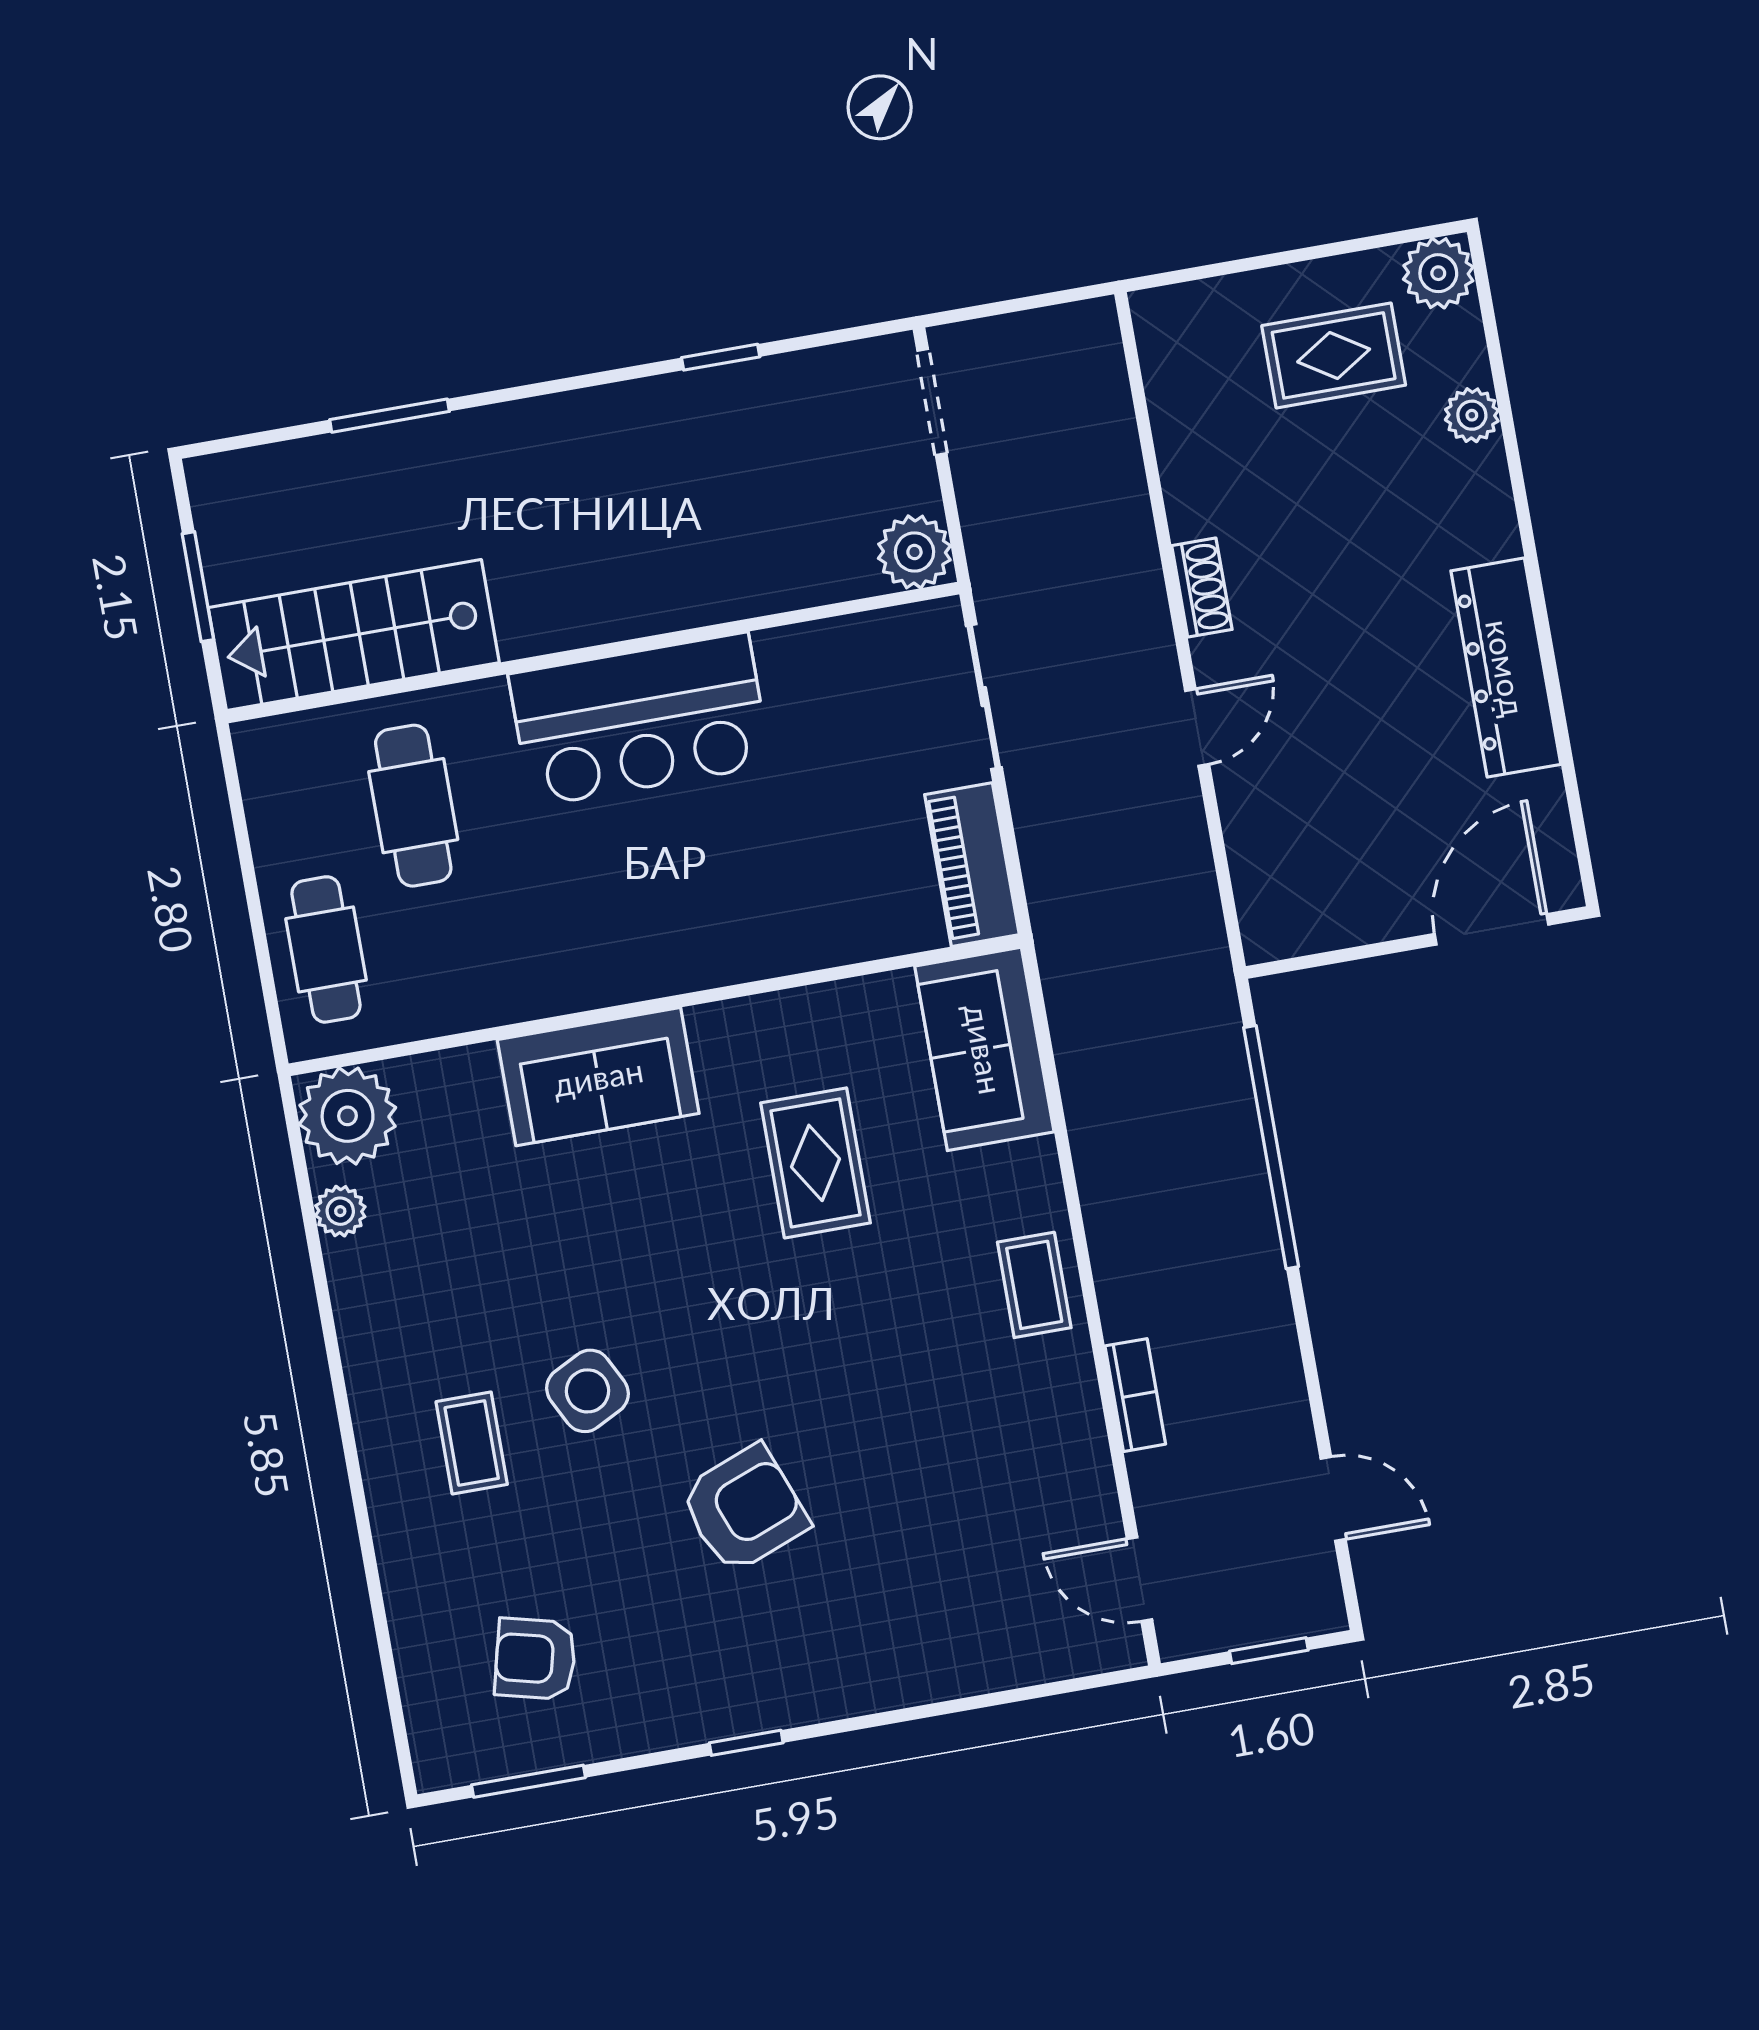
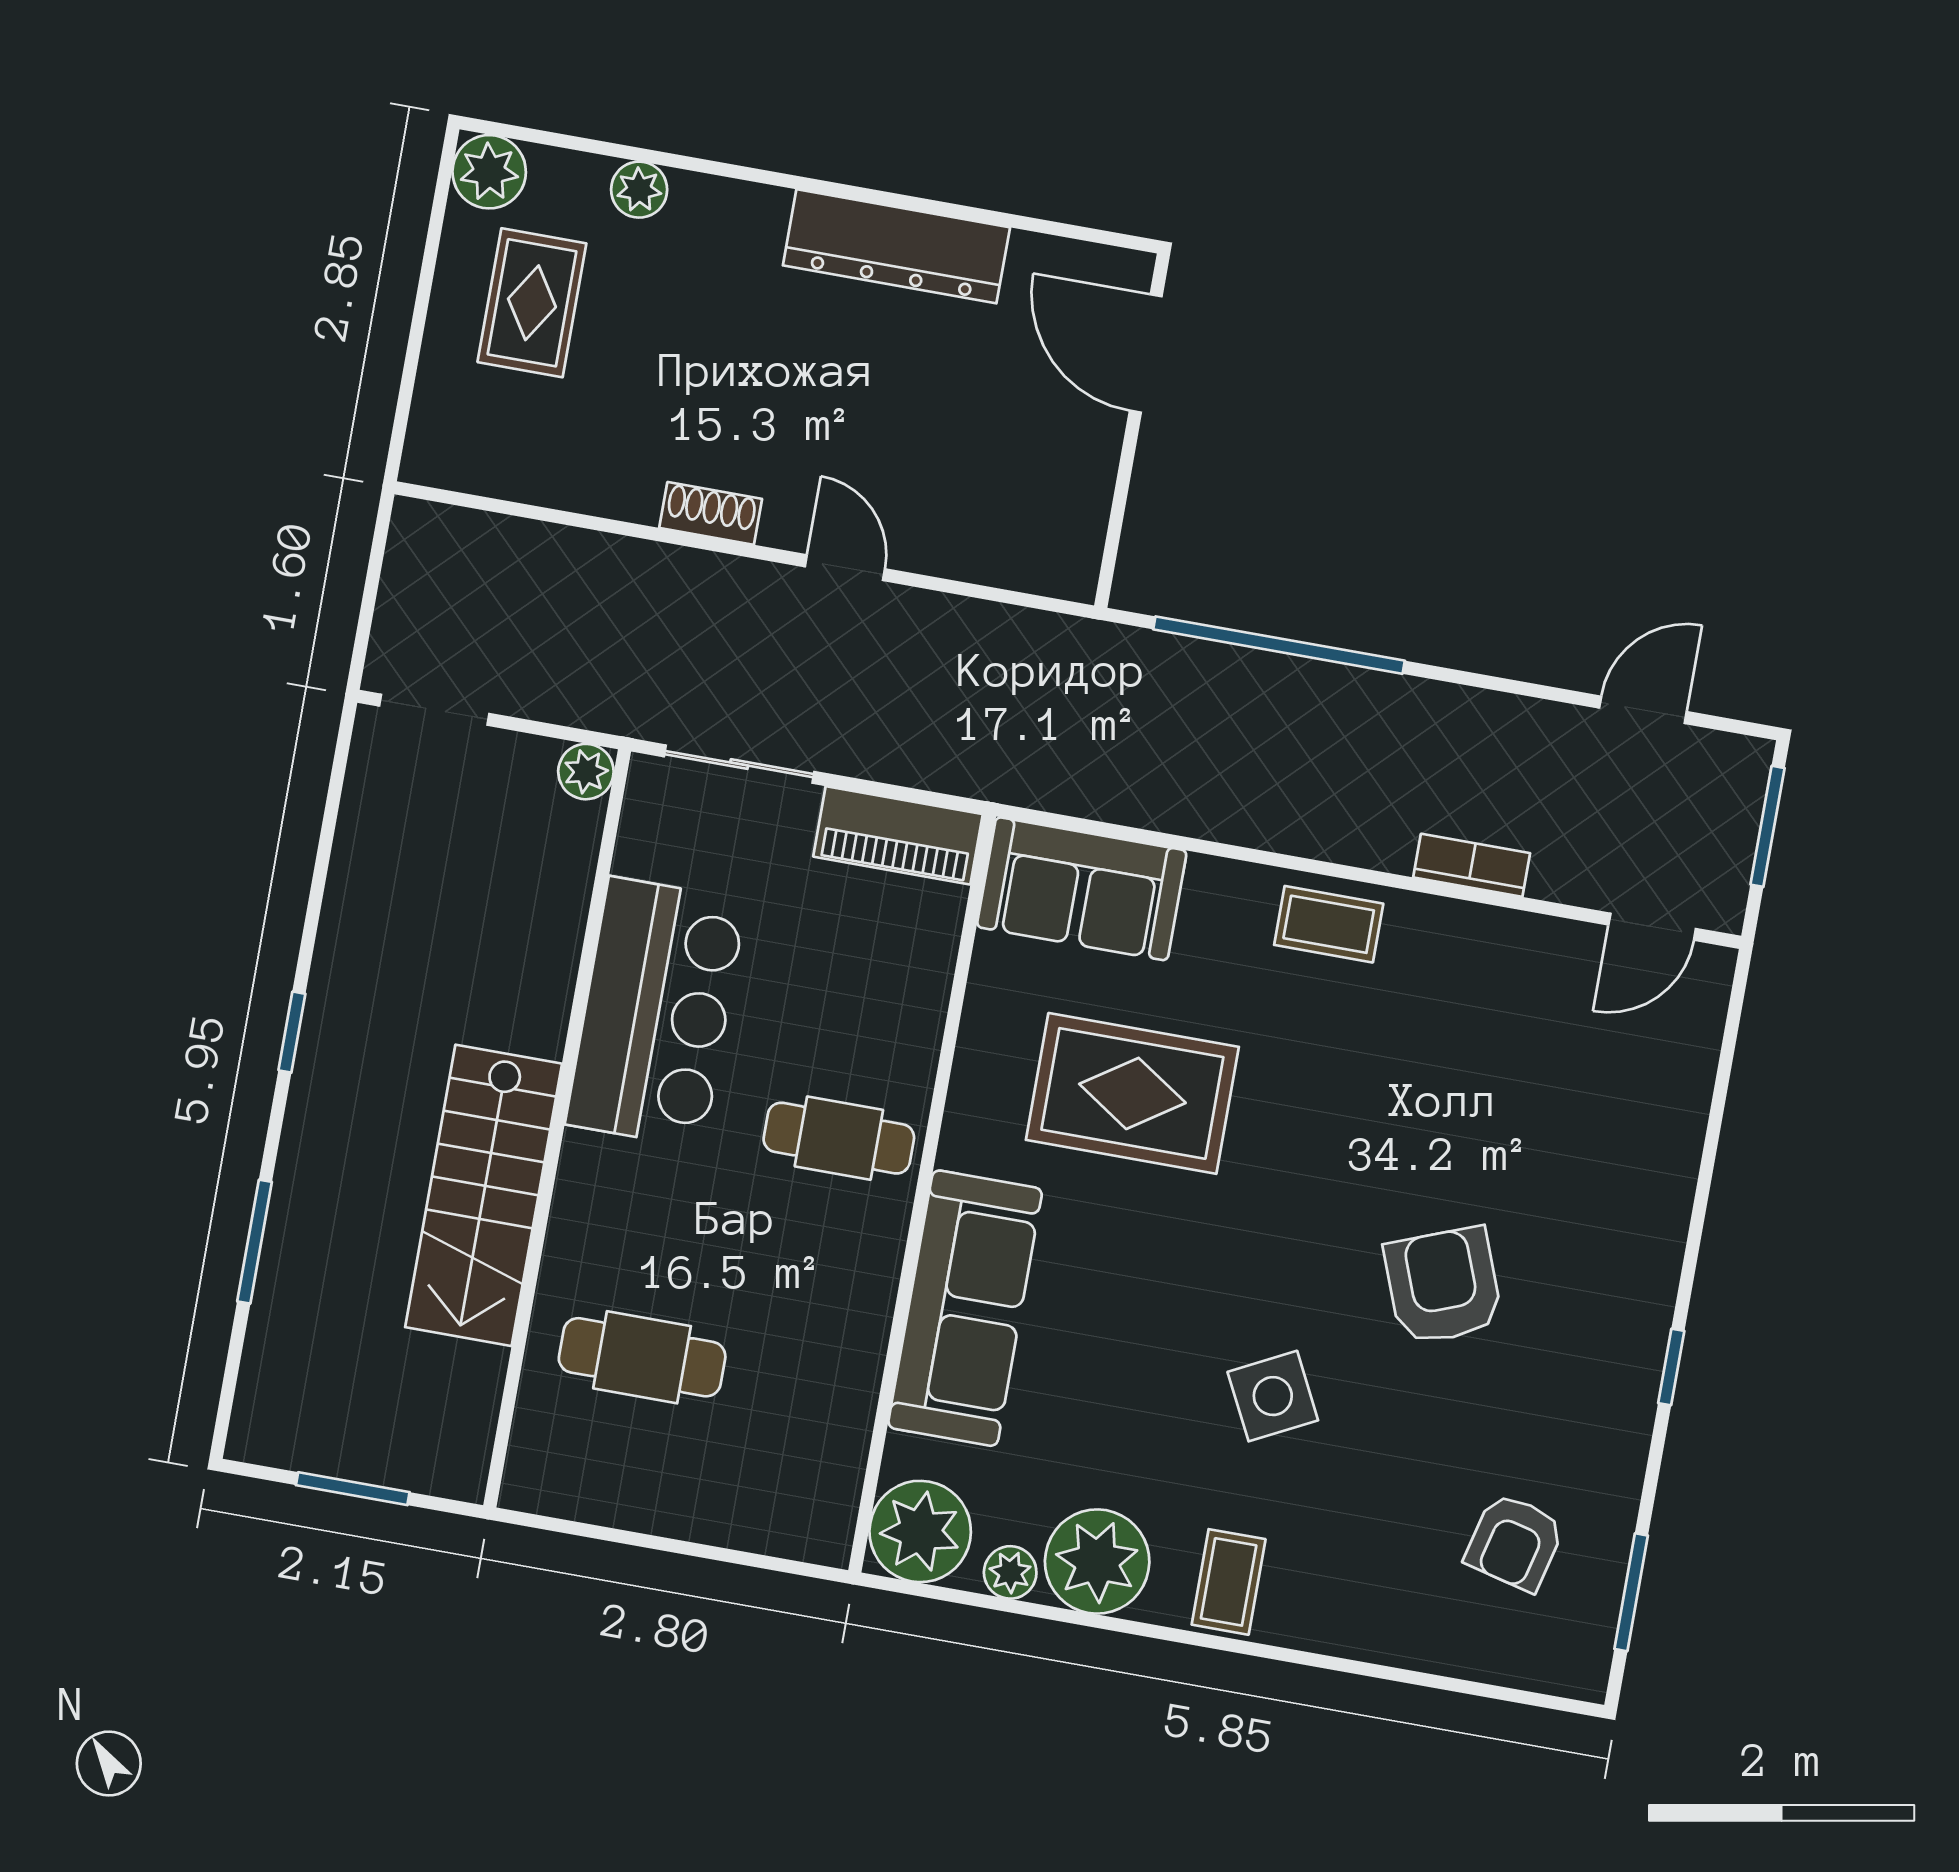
window: (721, 357) -> (292, 1032), moved
plant: (914, 552) -> (586, 772), width x0.73, depth x0.73
stairs: (354, 635) -> (484, 1195), moved
bar counter: (640, 720) -> (656, 1012), moved
cafe table: (326, 949) -> (839, 1138), moved
sofa: (598, 1077) -> (965, 1308), width x1.36
rug: (815, 1163) -> (1132, 1093), width x1.36, depth x1.43
plant: (379, 1286) -> (1097, 1562), added
coffee table: (472, 1443) -> (1229, 1582), moved, turned 90
window: (1269, 1651) -> (1768, 826), width x1.50

